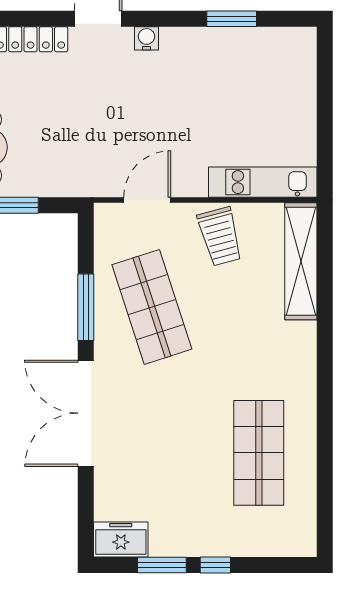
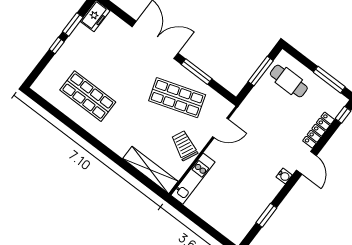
door: (147, 200) -> (221, 128), hinge flipped
trolley: (220, 236) -> (184, 146), turned 40

